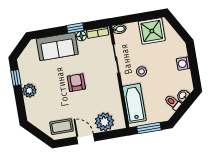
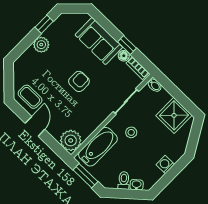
plant: (104, 122) -> (71, 140), moved

